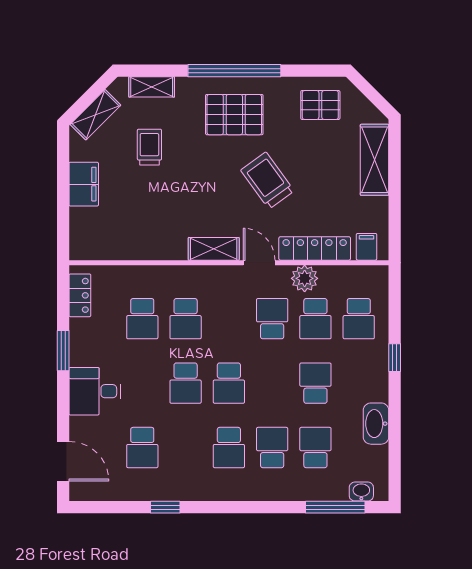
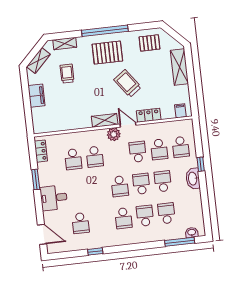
locker: (315, 248) -> (149, 115), width x0.66
plant: (305, 278) -> (114, 134), moved
school desk: (186, 383) -> (141, 184), moved, turned 180
washbasin: (376, 424) -> (193, 179), moved

